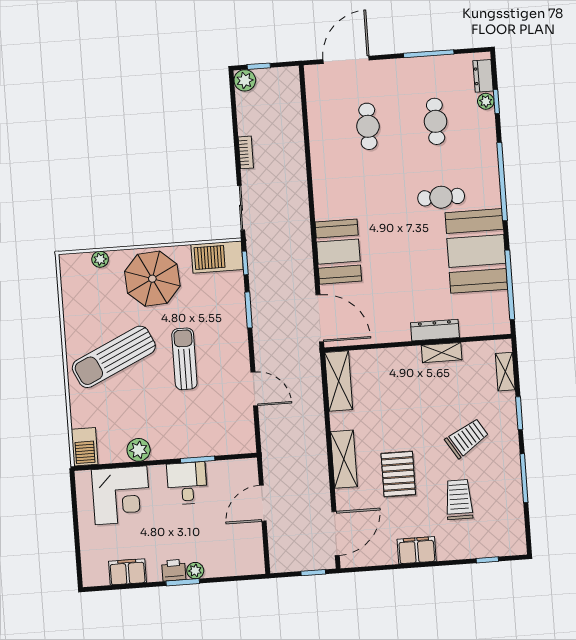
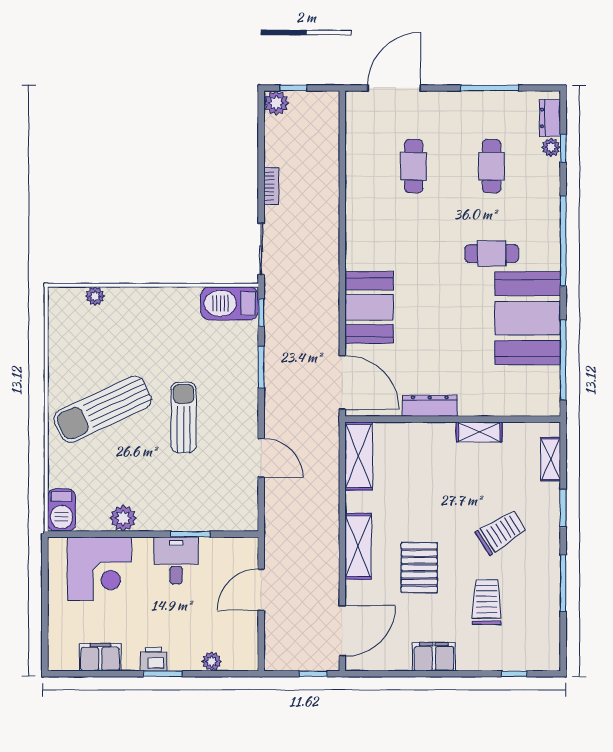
parasol: (152, 279) -> (153, 323), removed
dresser: (435, 330) -> (430, 406), moved
plant: (195, 571) -> (212, 661), moved

